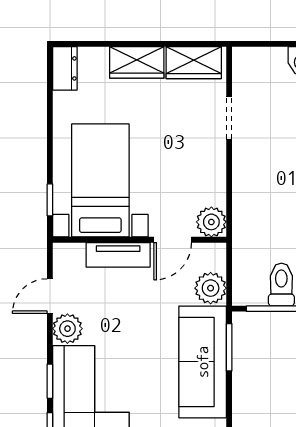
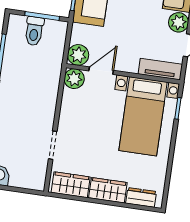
dresser: (65, 68) -> (141, 197), moved, turned 90
tv unit: (118, 255) -> (160, 69), moved
plant: (211, 288) -> (78, 55), moved

